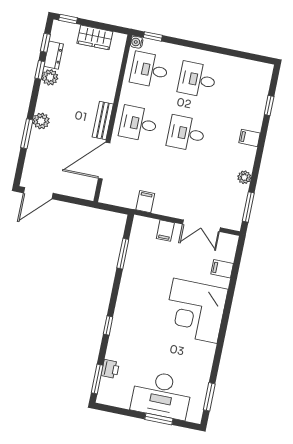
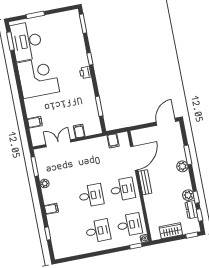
filing cabinet: (145, 202) -> (113, 141), moved
corner desk: (195, 311) -> (38, 77), moved
printer: (110, 369) -> (85, 73), moved
desk: (162, 395) -> (27, 41), moved, turned -90

